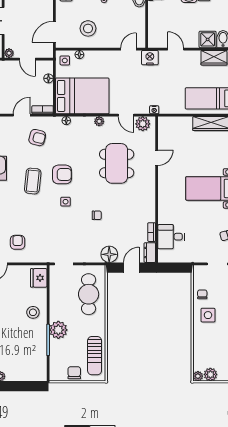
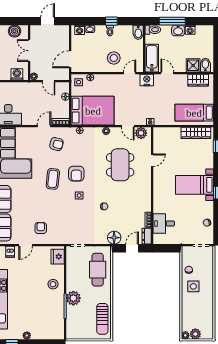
stool: (88, 28) -> (114, 58), moved
bathtub: (156, 30) -> (152, 58), added
armchair: (62, 174) -> (76, 174), turned 90
chair: (74, 373) -> (86, 333), removed

